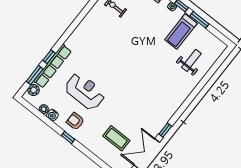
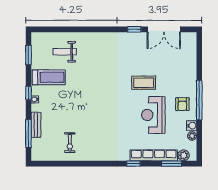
window: (199, 20) -> (28, 55), moved
window: (49, 57) -> (133, 164), moved
window: (68, 137) -> (199, 100), width x3.17
coffee table: (116, 138) -> (144, 83), moved, turned 90

